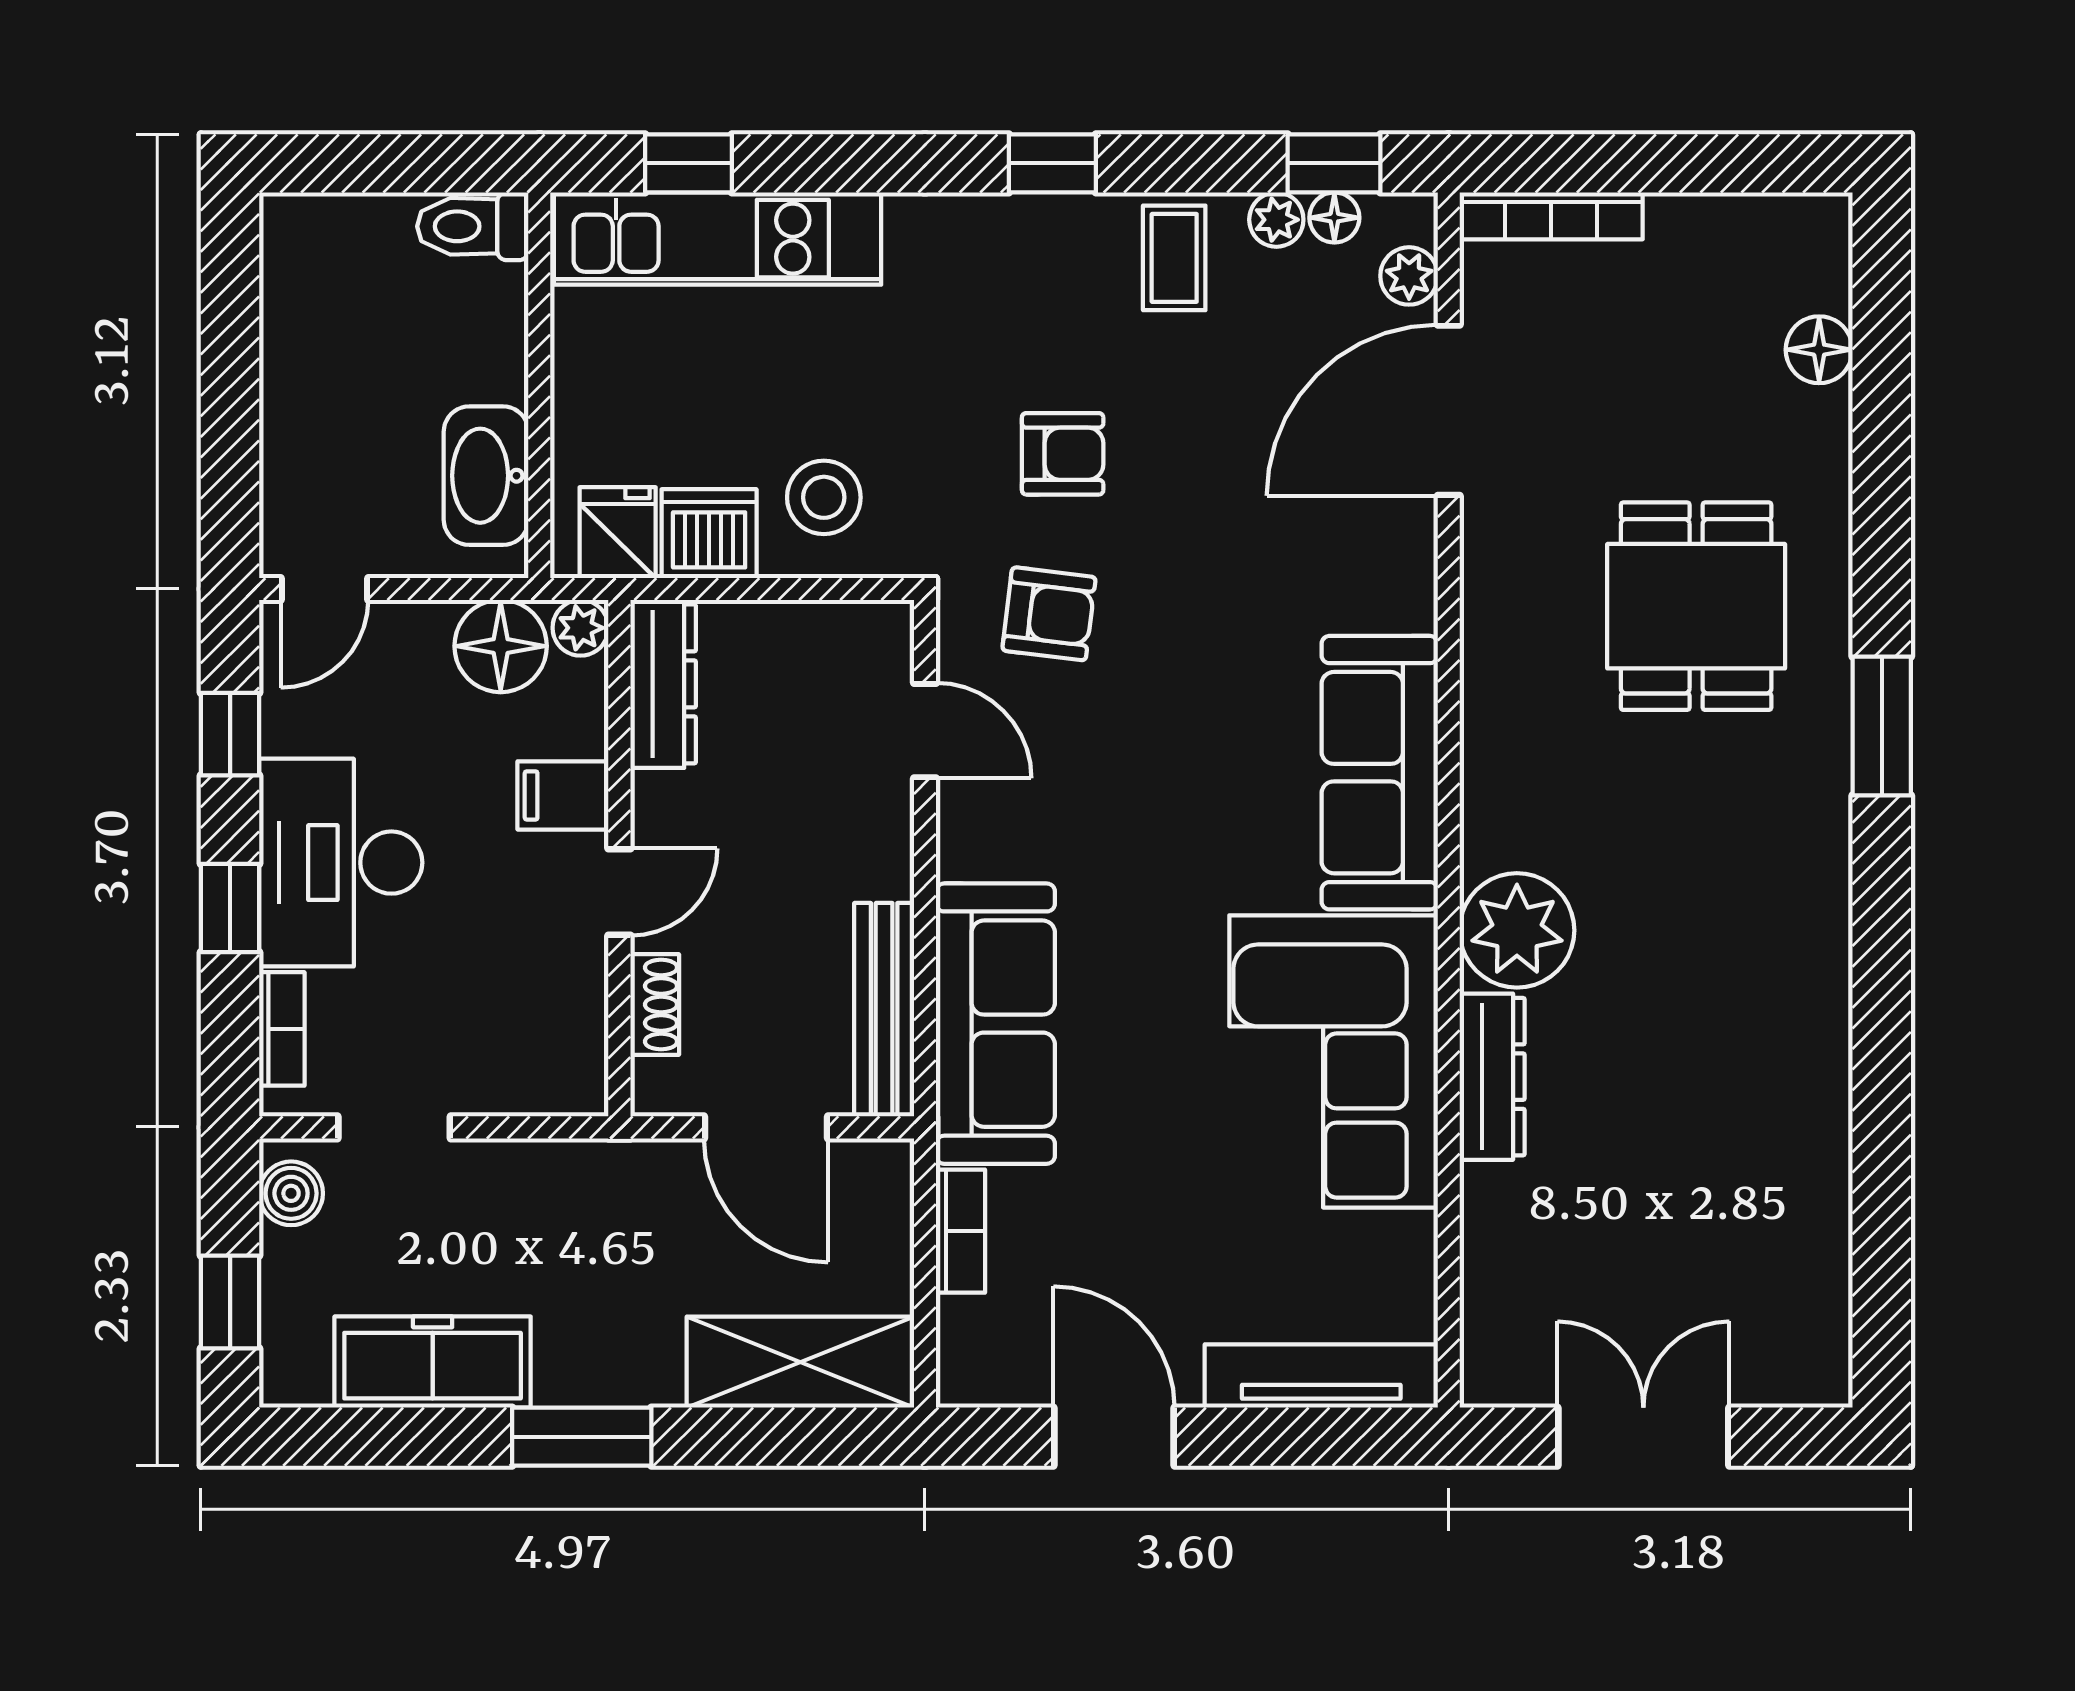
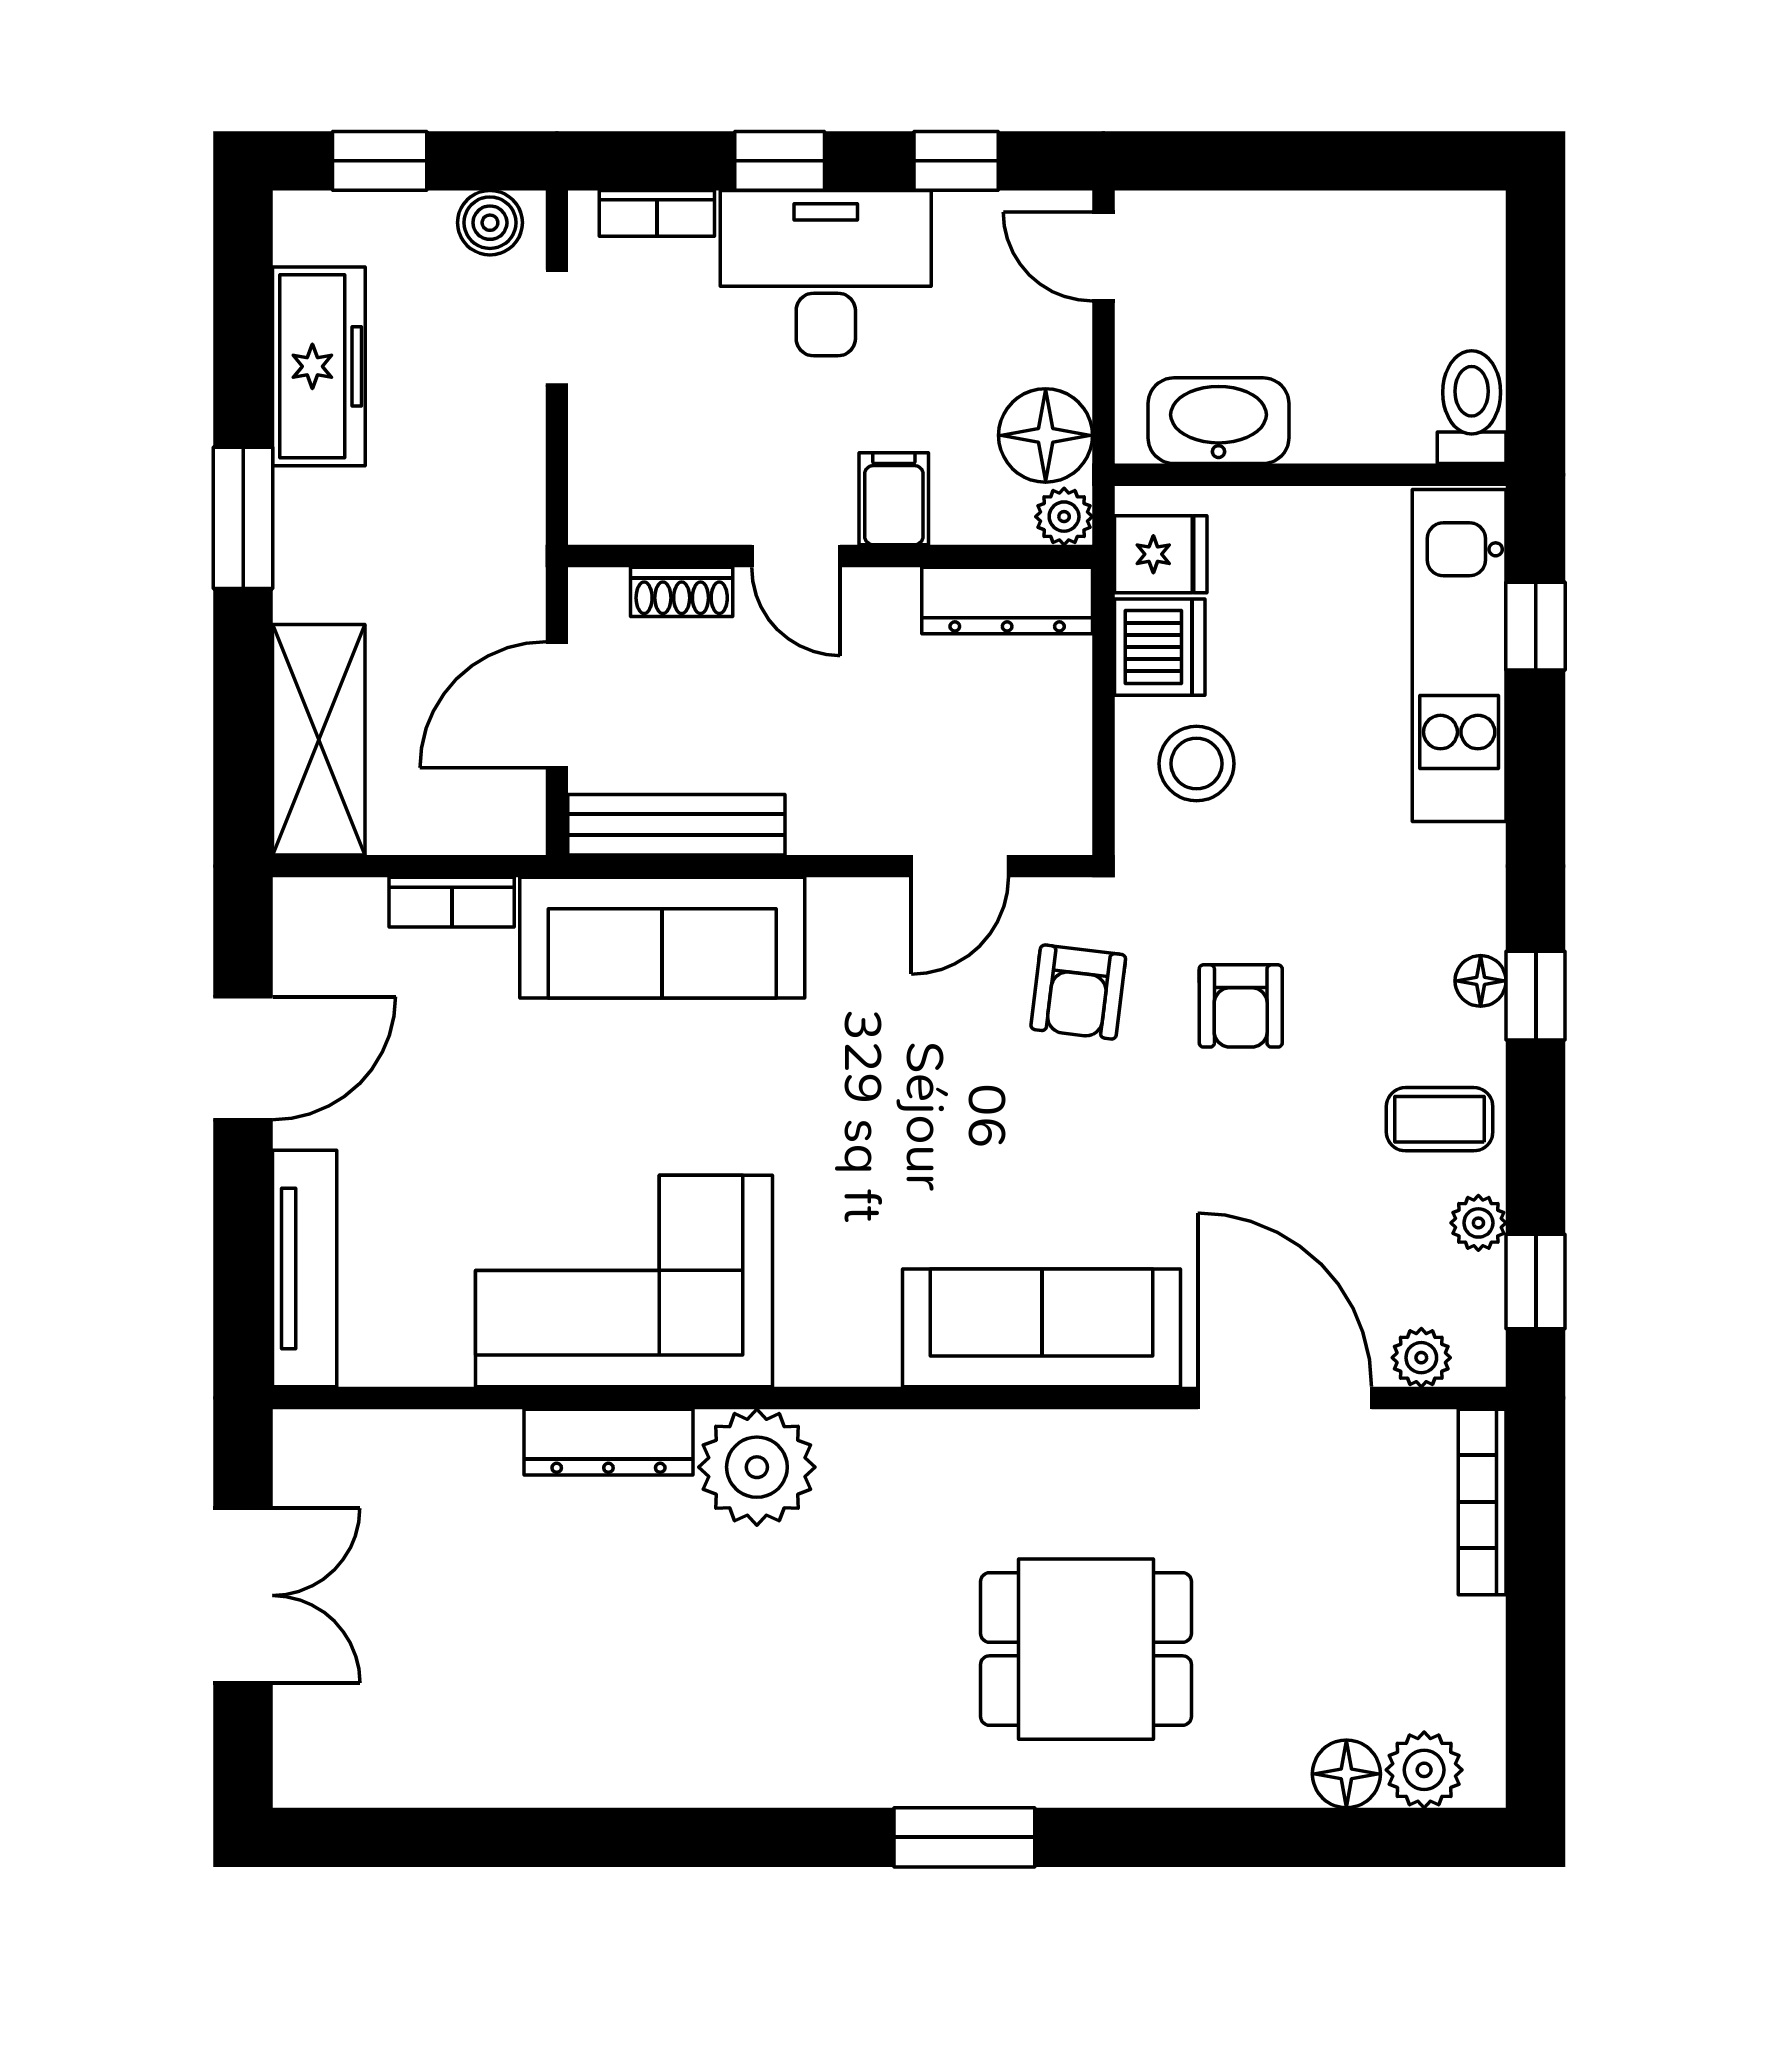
floor lamp: (1334, 218) -> (1481, 981), moved
plant: (1815, 273) -> (1424, 1770), added
sofa: (1380, 773) -> (1042, 1328), moved

